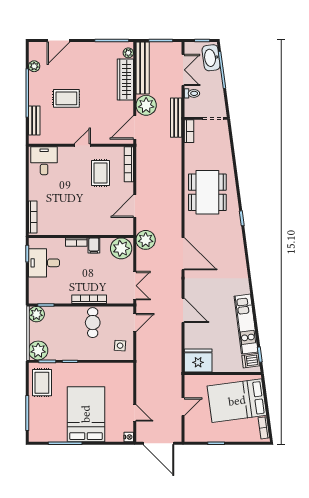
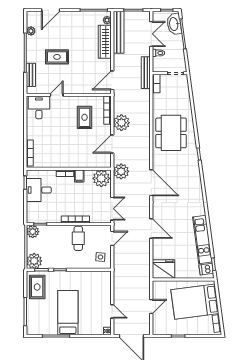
plant: (146, 105) -> (121, 123), moved
door: (82, 145) -> (57, 95), moved
bed: (86, 414) -> (68, 313), width x0.67

